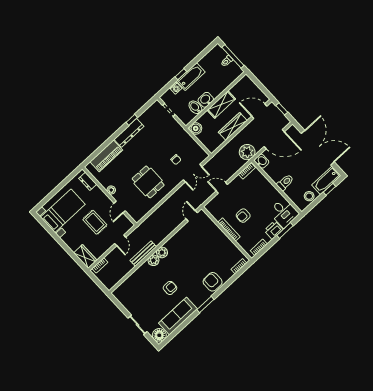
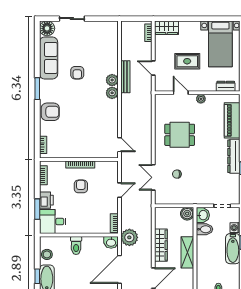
washbasin: (206, 100) -> (203, 215), moved

